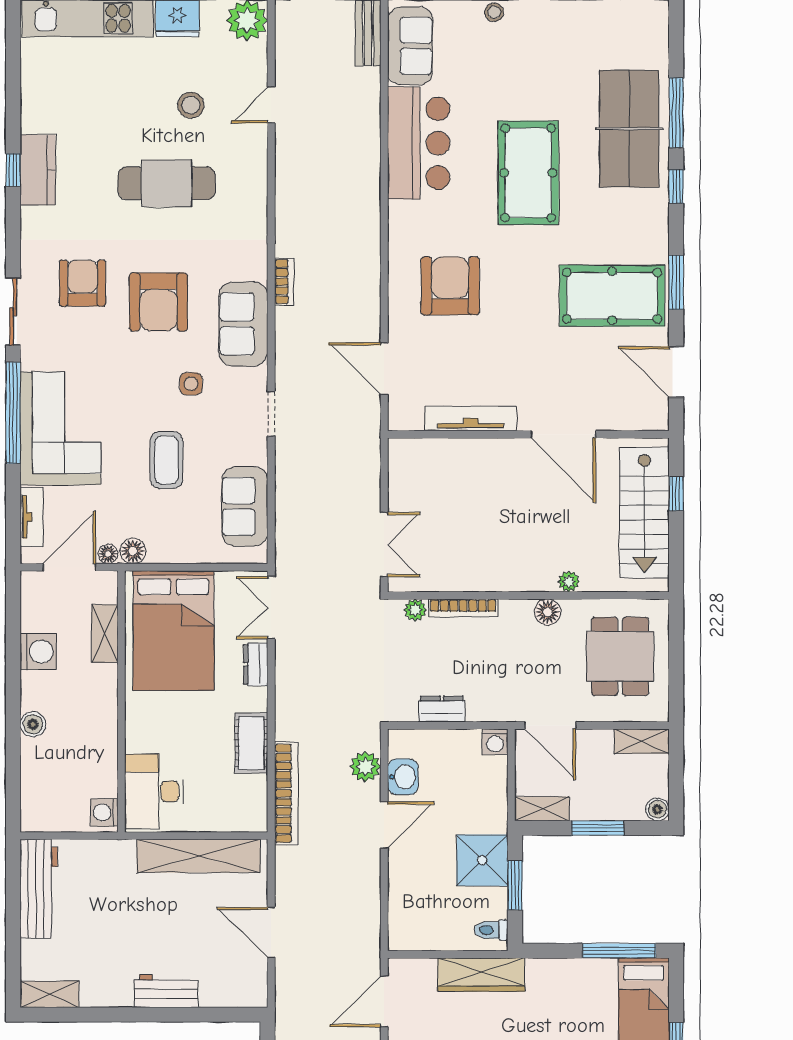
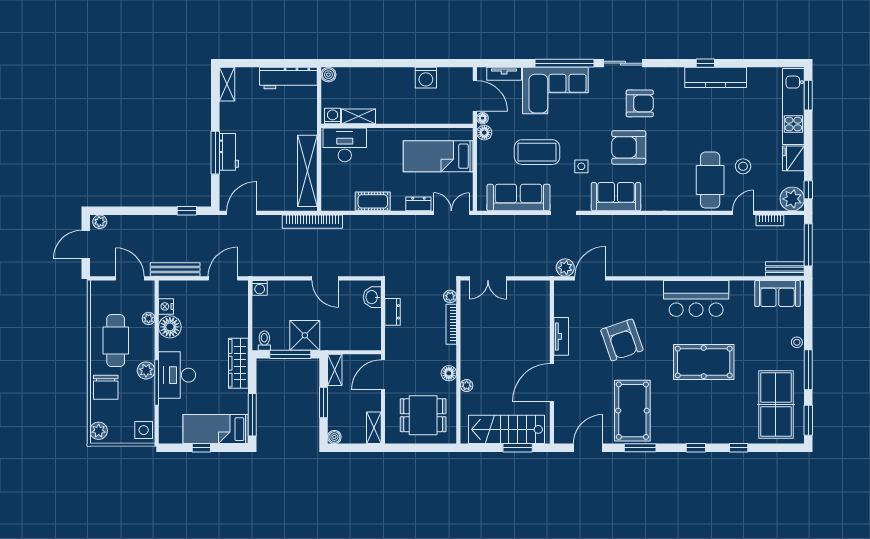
door: (271, 105) -> (743, 213), hinge flipped
window: (676, 113) -> (739, 448), width x0.46
table tennis table: (629, 129) -> (776, 404), moved, turned 90
bar counter: (419, 143) -> (696, 298), moved
kitchen counter: (38, 170) -> (716, 77), width x1.50
cafe table: (167, 183) -> (710, 180), moved
bookcase: (284, 282) -> (770, 220), moved
armchair: (450, 286) -> (622, 340), moved, turned 71
tv unit: (471, 419) -> (561, 336), width x0.71
coffee table: (166, 460) -> (537, 152), width x1.36, depth x1.32
window: (676, 494) -> (518, 448), width x1.50
sofa: (245, 506) -> (518, 197), width x1.36
bed: (174, 631) -> (438, 156), width x0.67
shelving: (105, 634) -> (359, 116), moved
boiler: (33, 724) -> (328, 75), moved
washing machine: (495, 742) -> (260, 288), moved, turned -90
plant: (365, 767) -> (565, 268), moved
washbasin: (403, 777) -> (372, 297), moved, turned 90
bookcase: (286, 793) -> (312, 222), moved
window: (515, 885) -> (290, 354), width x1.44
door: (271, 933) -> (242, 213), moved
wardrobe: (481, 975) -> (238, 363), moved
door: (384, 1002) -> (223, 278), hinge flipped
window: (167, 1015) -> (215, 153), added

